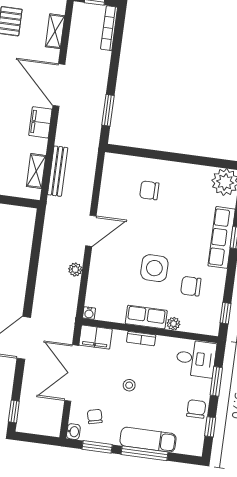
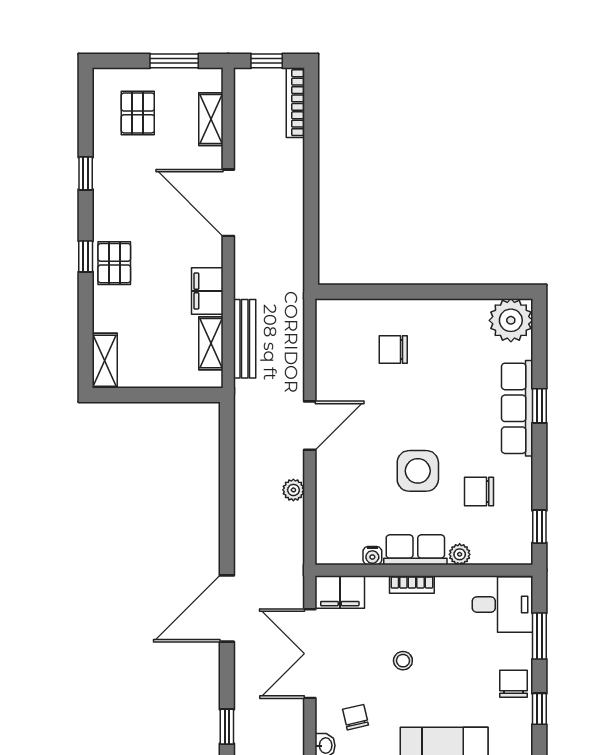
window: (108, 110) -> (311, 232), removed
filing cabinet: (40, 122) -> (207, 291), moved
water cooler: (89, 313) -> (372, 556), moved

